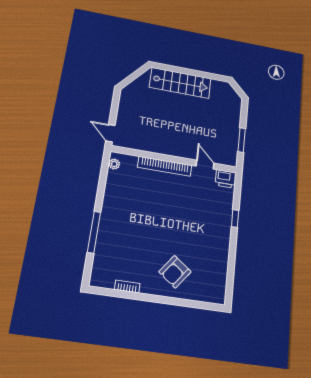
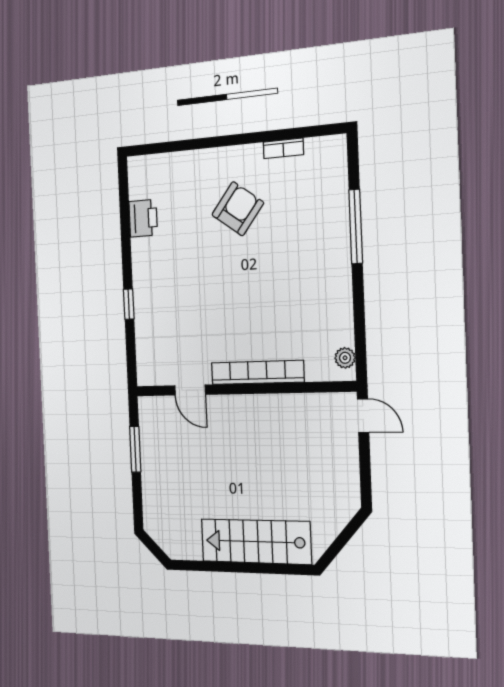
printer: (226, 179) -> (143, 218), moved, turned 90
armchair: (175, 272) -> (238, 209), moved

